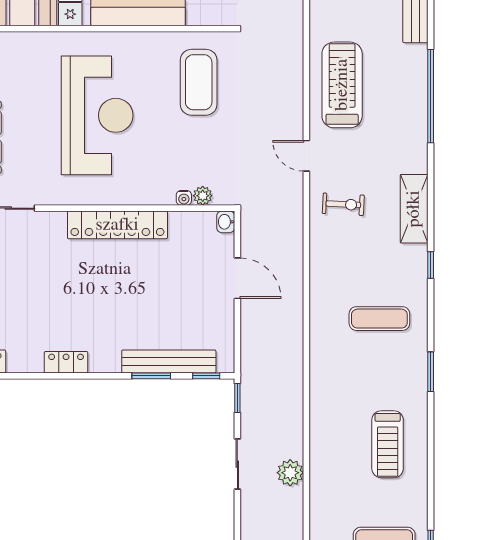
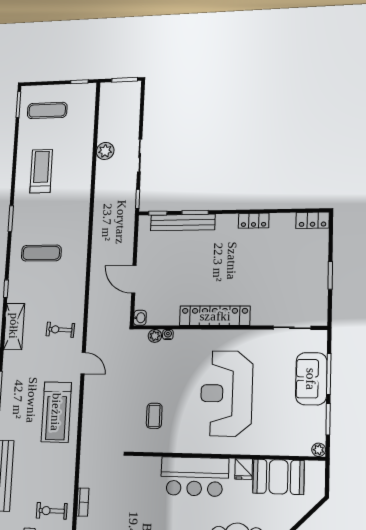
coffee table: (199, 82) -> (154, 416), width x0.54, depth x0.58

